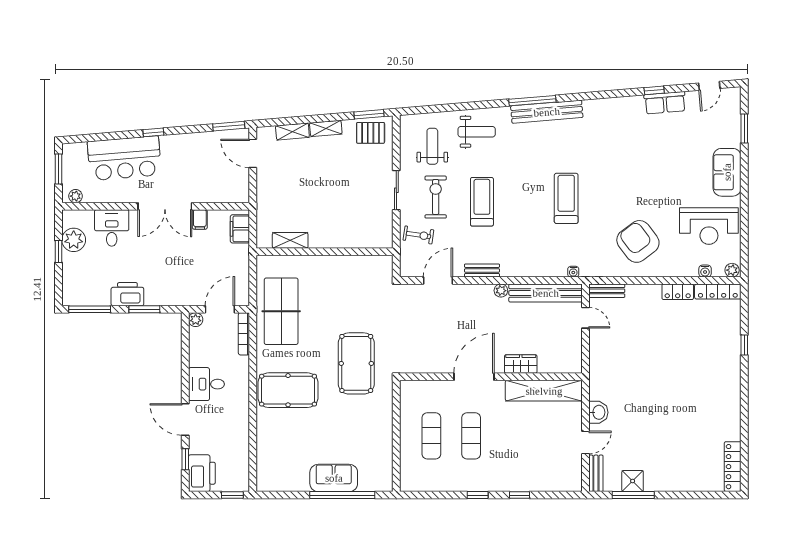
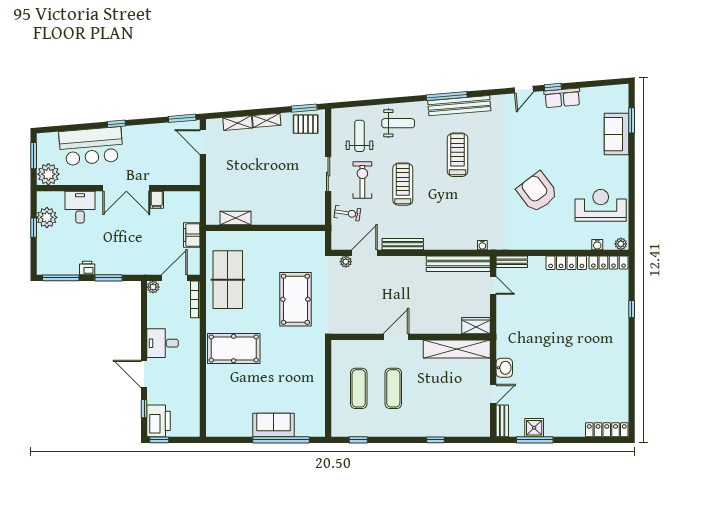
door: (709, 86) -> (524, 90), moved
sofa: (727, 172) -> (617, 134), moved
plant: (76, 196) -> (48, 174), width x1.87, depth x1.87
treadmill: (566, 198) -> (458, 155), moved
reception desk: (709, 226) -> (601, 205), turned 180
filing cabinet: (240, 229) -> (192, 235), moved
armchair: (638, 241) -> (537, 192), moved
bench: (482, 270) -> (403, 244), width x1.36
plant: (501, 291) -> (346, 262), moved
locker: (678, 292) -> (566, 263), width x1.53
printer: (127, 294) -> (87, 268), width x0.53, depth x0.68
pool table: (356, 363) -> (295, 299), moved
wardrobe: (521, 364) -> (476, 326), moved
door: (474, 377) -> (396, 337), width x0.73
locker: (733, 467) -> (607, 430), moved, turned 90
window: (232, 495) -> (159, 440), moved
window: (478, 495) -> (358, 440), moved

